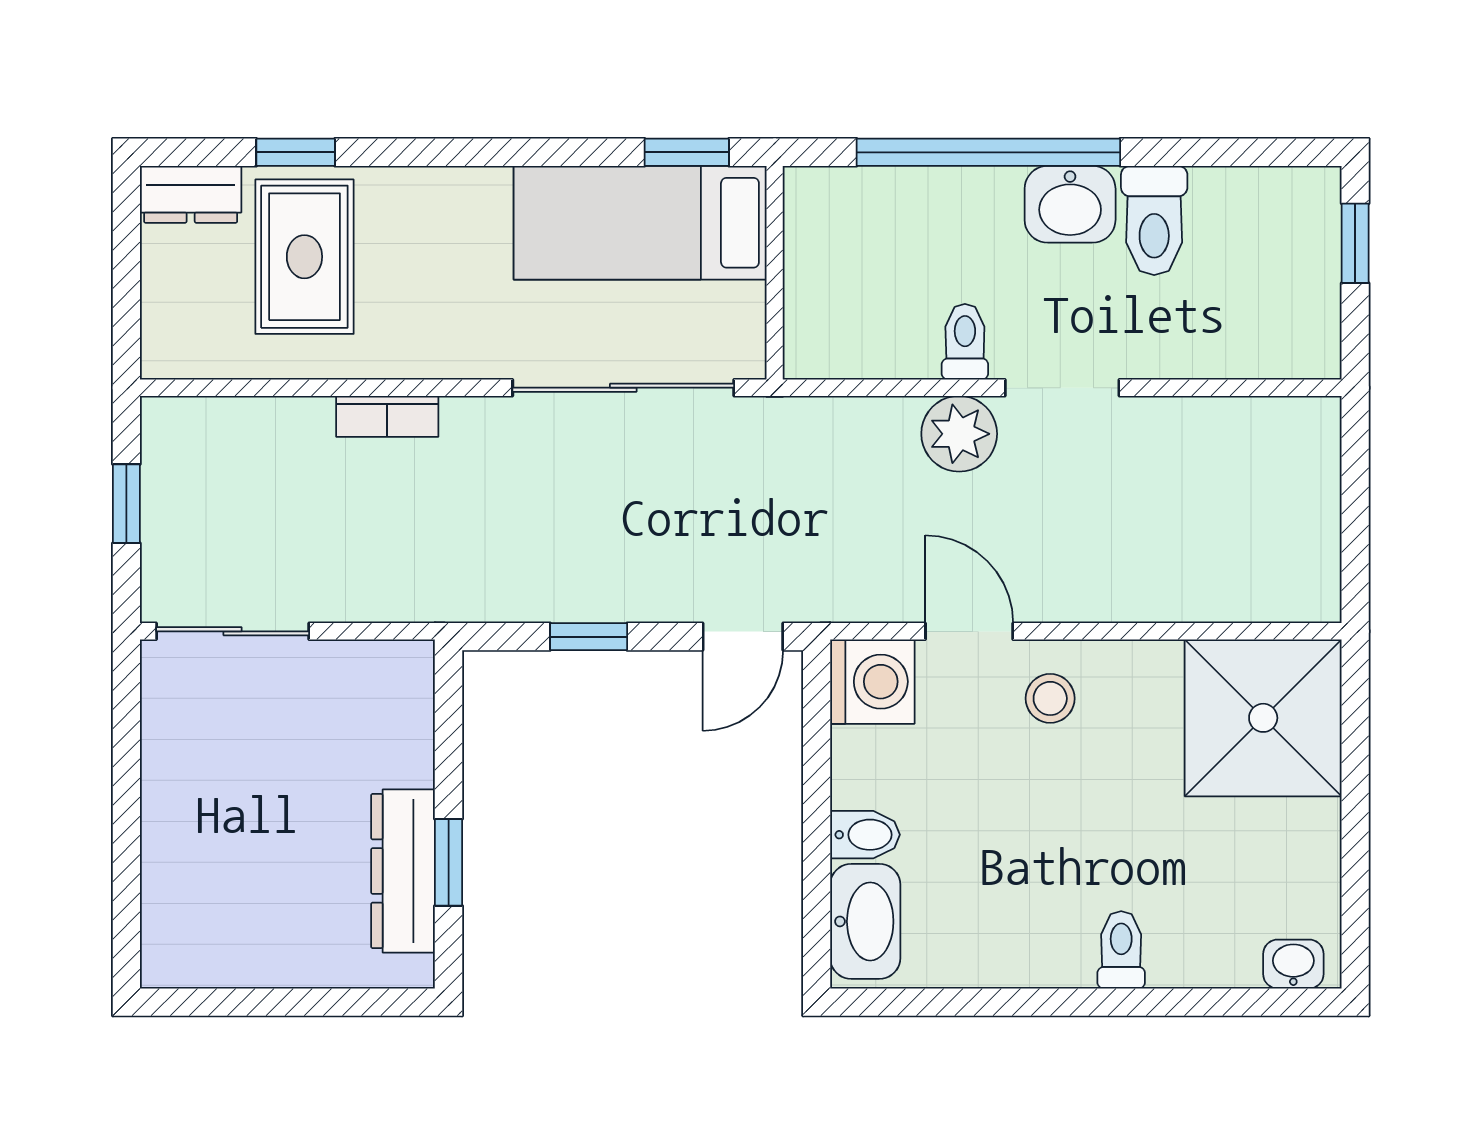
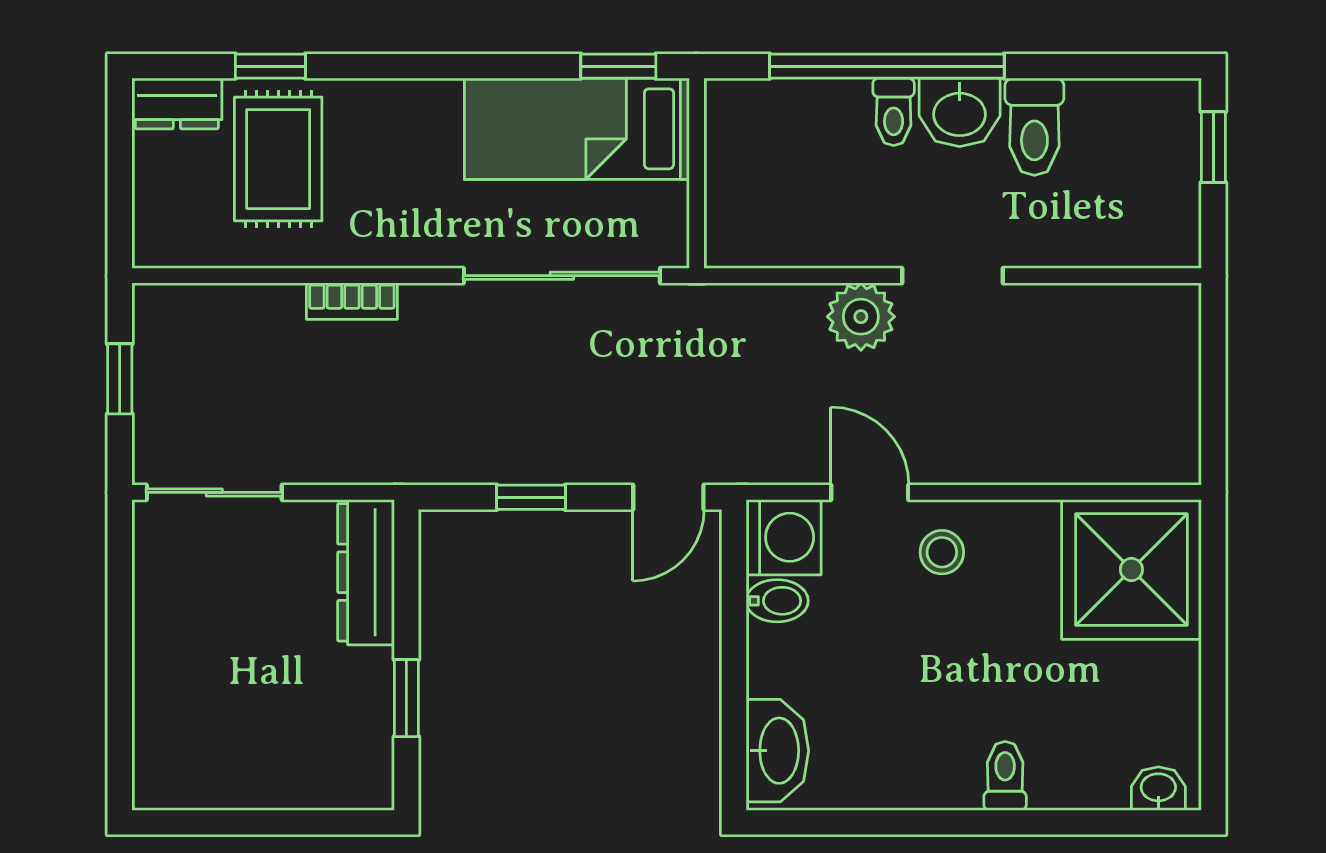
toilet: (965, 342) -> (894, 112), moved, turned 180
bidet: (865, 835) -> (777, 601), moved
dresser: (403, 871) -> (366, 572), moved

